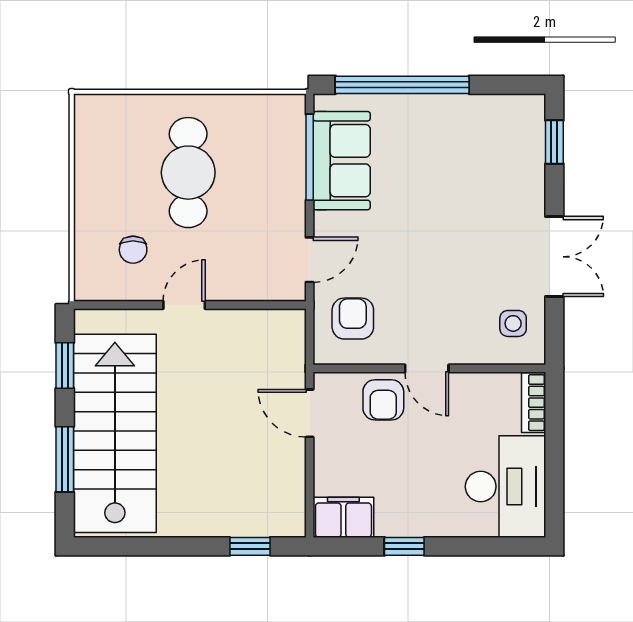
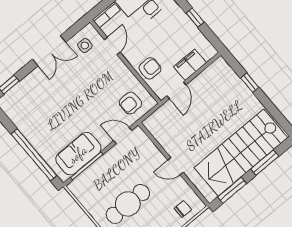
chair: (133, 250) -> (183, 209), moved
double door: (554, 257) -> (49, 51), swing flipped
window: (65, 366) -> (232, 190), width x1.50
door: (427, 368) -> (112, 46), moved
filing cabinet: (343, 517) -> (190, 65), moved, turned 90
window: (250, 546) -> (250, 83), moved

